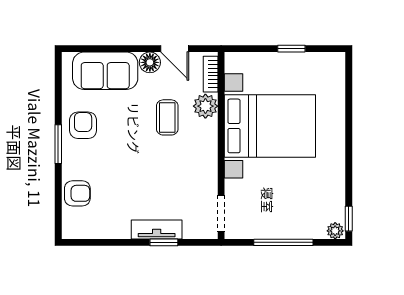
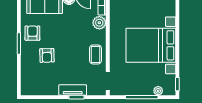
coffee table: (167, 117) -> (95, 54), moved
bed with nightstands: (270, 126) -> (151, 45), moved, turned 180
armchair: (77, 193) -> (47, 55), moved, turned 88
plant: (335, 231) -> (158, 91), moved

